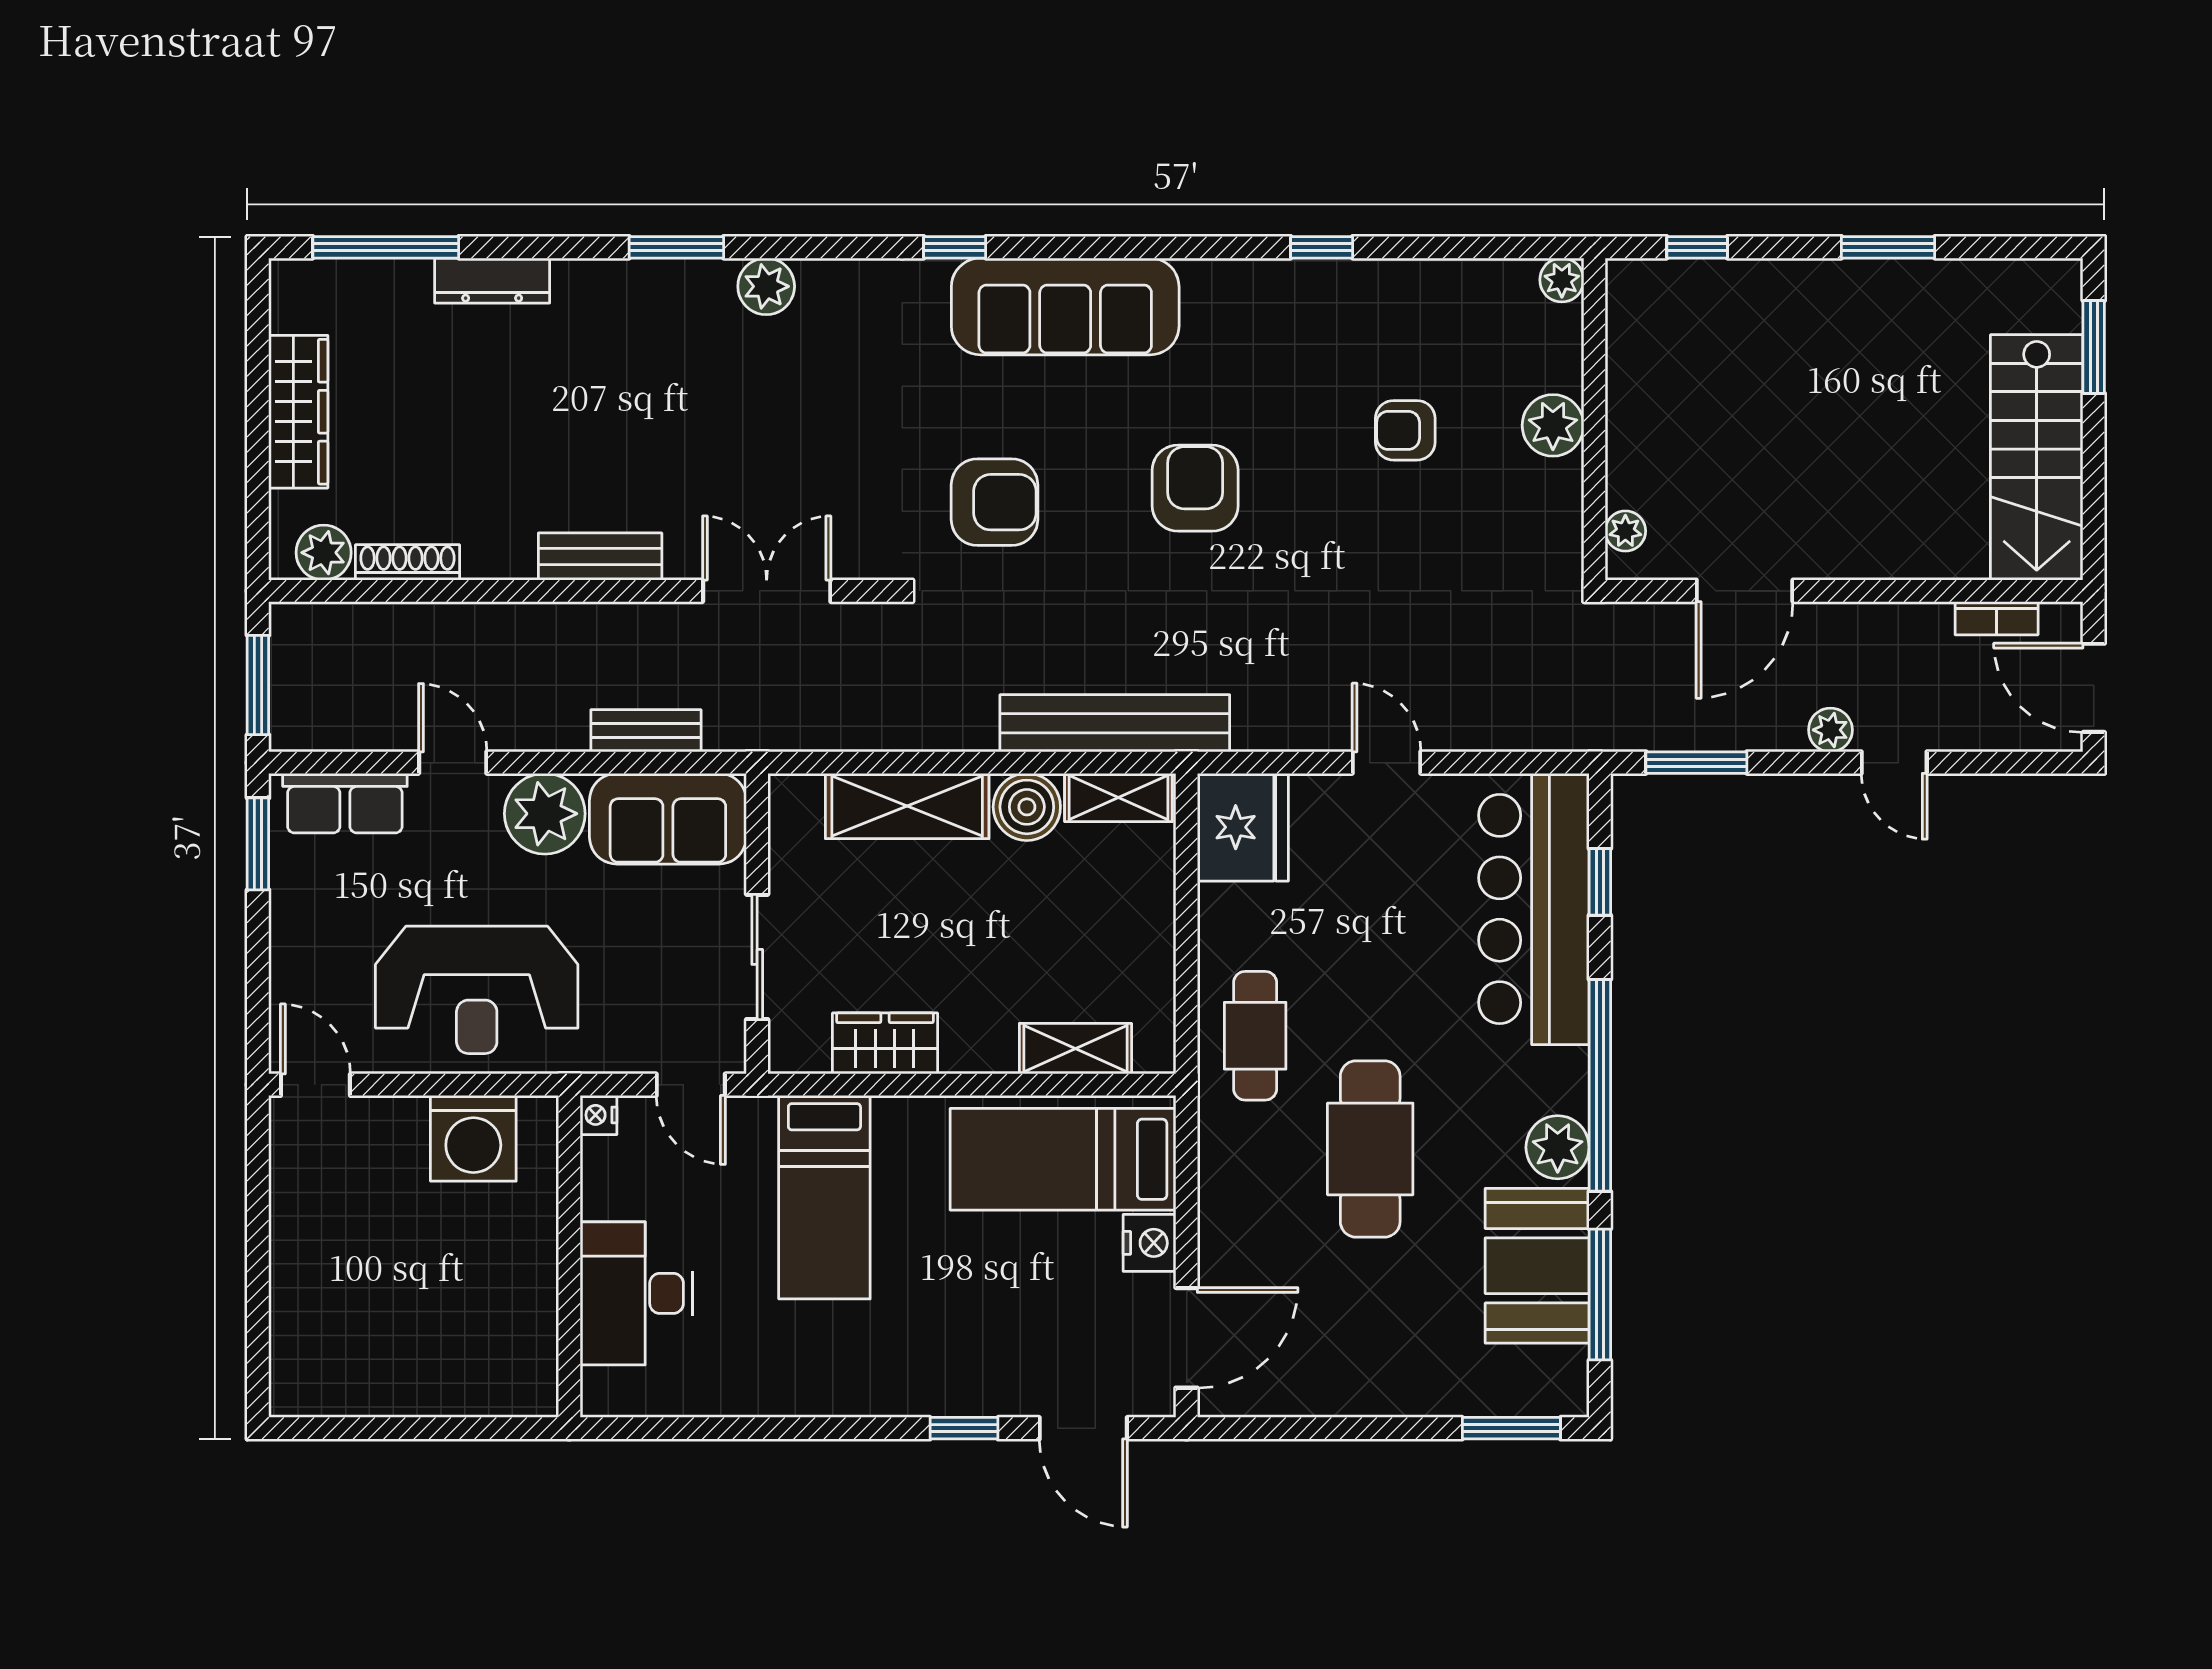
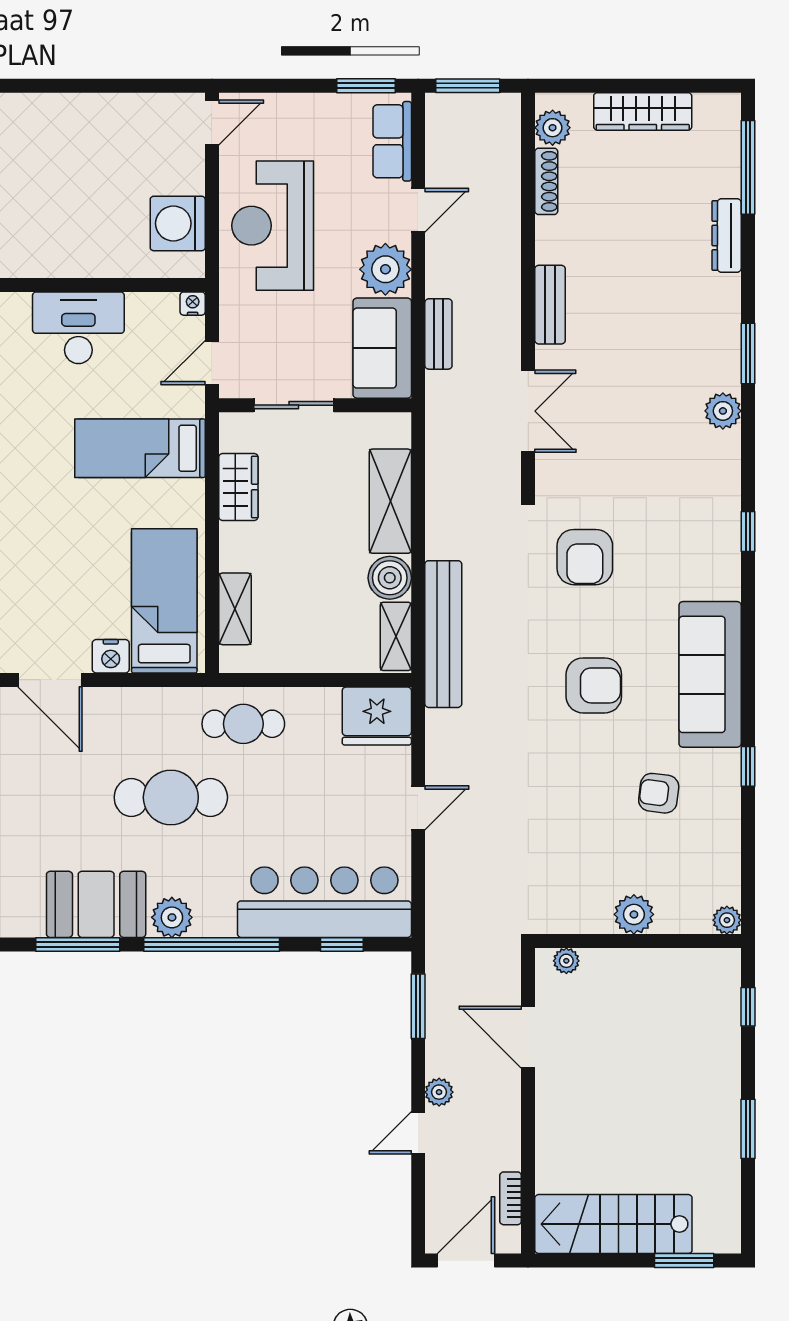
sofa: (1065, 306) -> (710, 674), moved
armchair: (1405, 430) -> (659, 793), moved, turned -83

